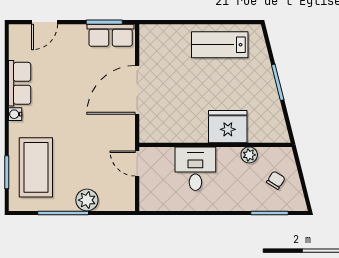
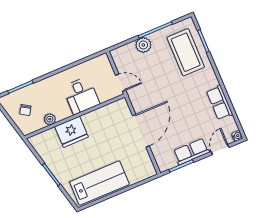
row of seats: (111, 35) -> (191, 152), moved
lab bench: (220, 45) -> (99, 183), width x1.36, depth x1.39
water cooler: (15, 114) -> (237, 136), moved

